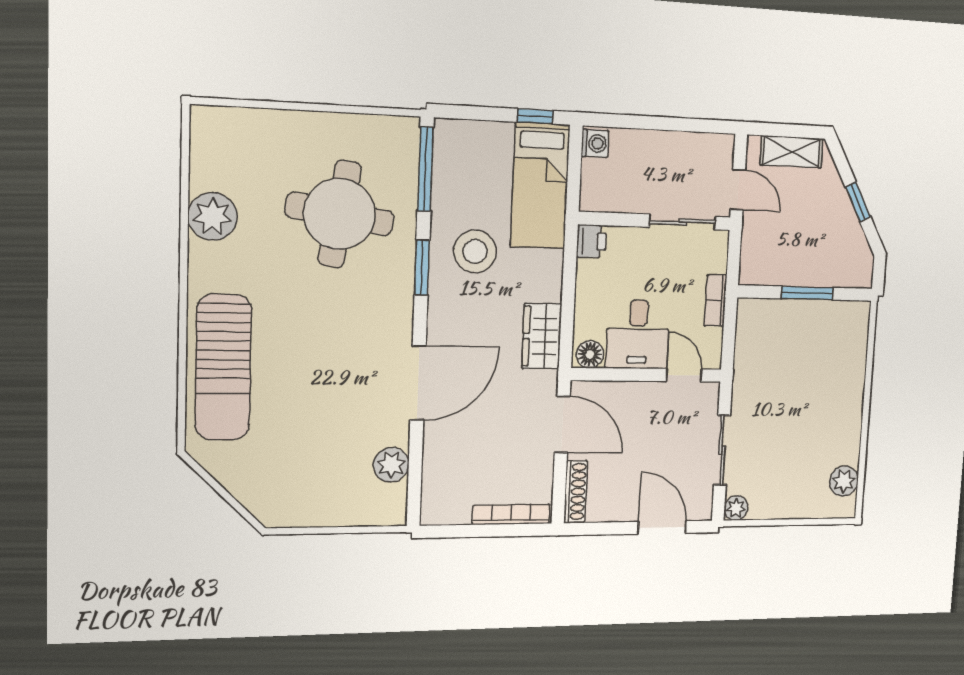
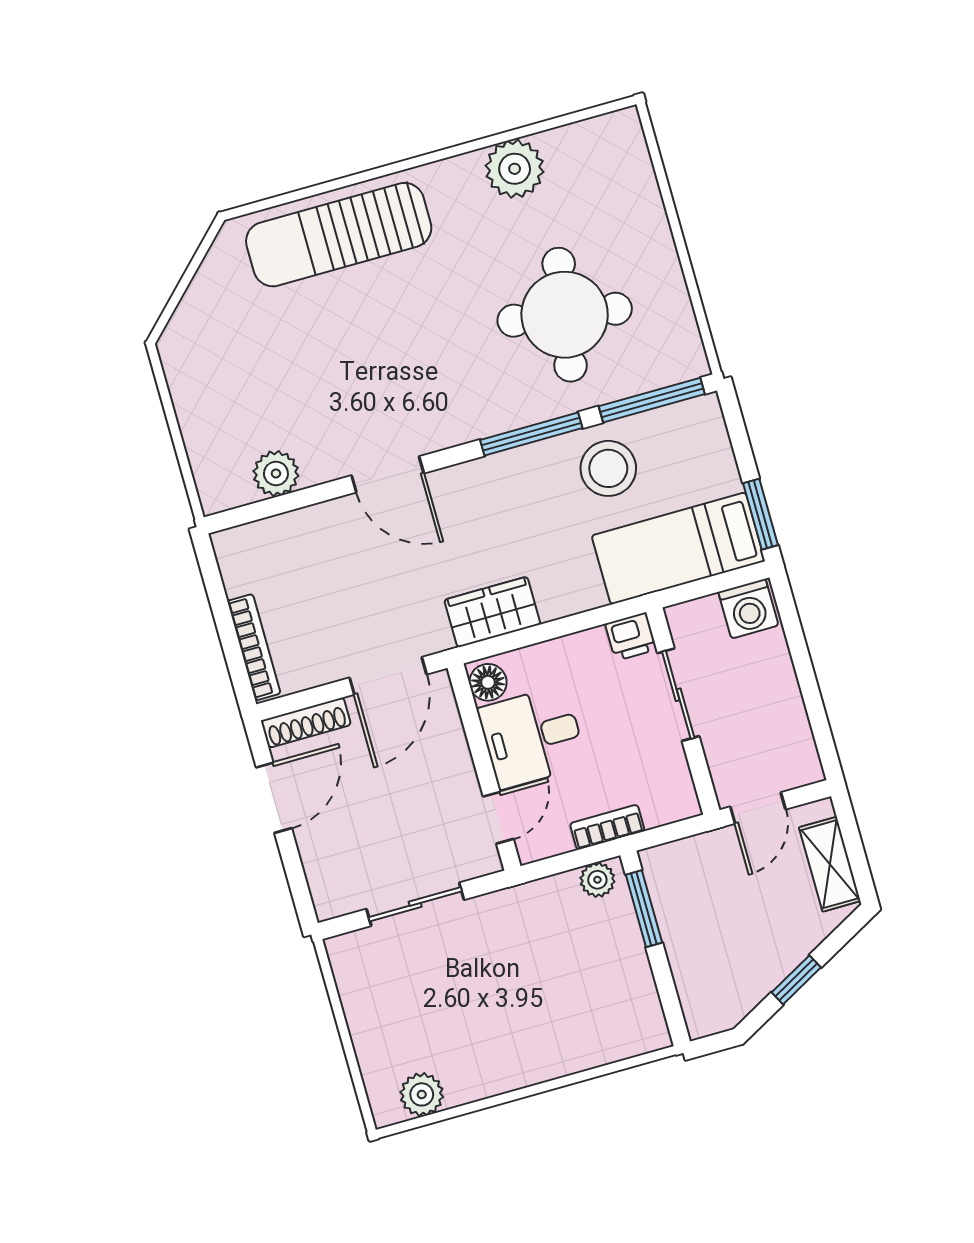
window: (535, 116) -> (760, 514), width x1.50
washing machine: (595, 143) -> (748, 609), width x1.38, depth x1.38
sliding door: (683, 222) -> (678, 695), moved
stool: (475, 251) -> (608, 468), moved
window: (422, 268) -> (531, 434), width x1.44
window: (807, 293) -> (644, 909), moved
door: (418, 383) -> (388, 474), width x0.73
plant: (736, 508) -> (597, 880), moved
door: (662, 527) -> (274, 798), moved

